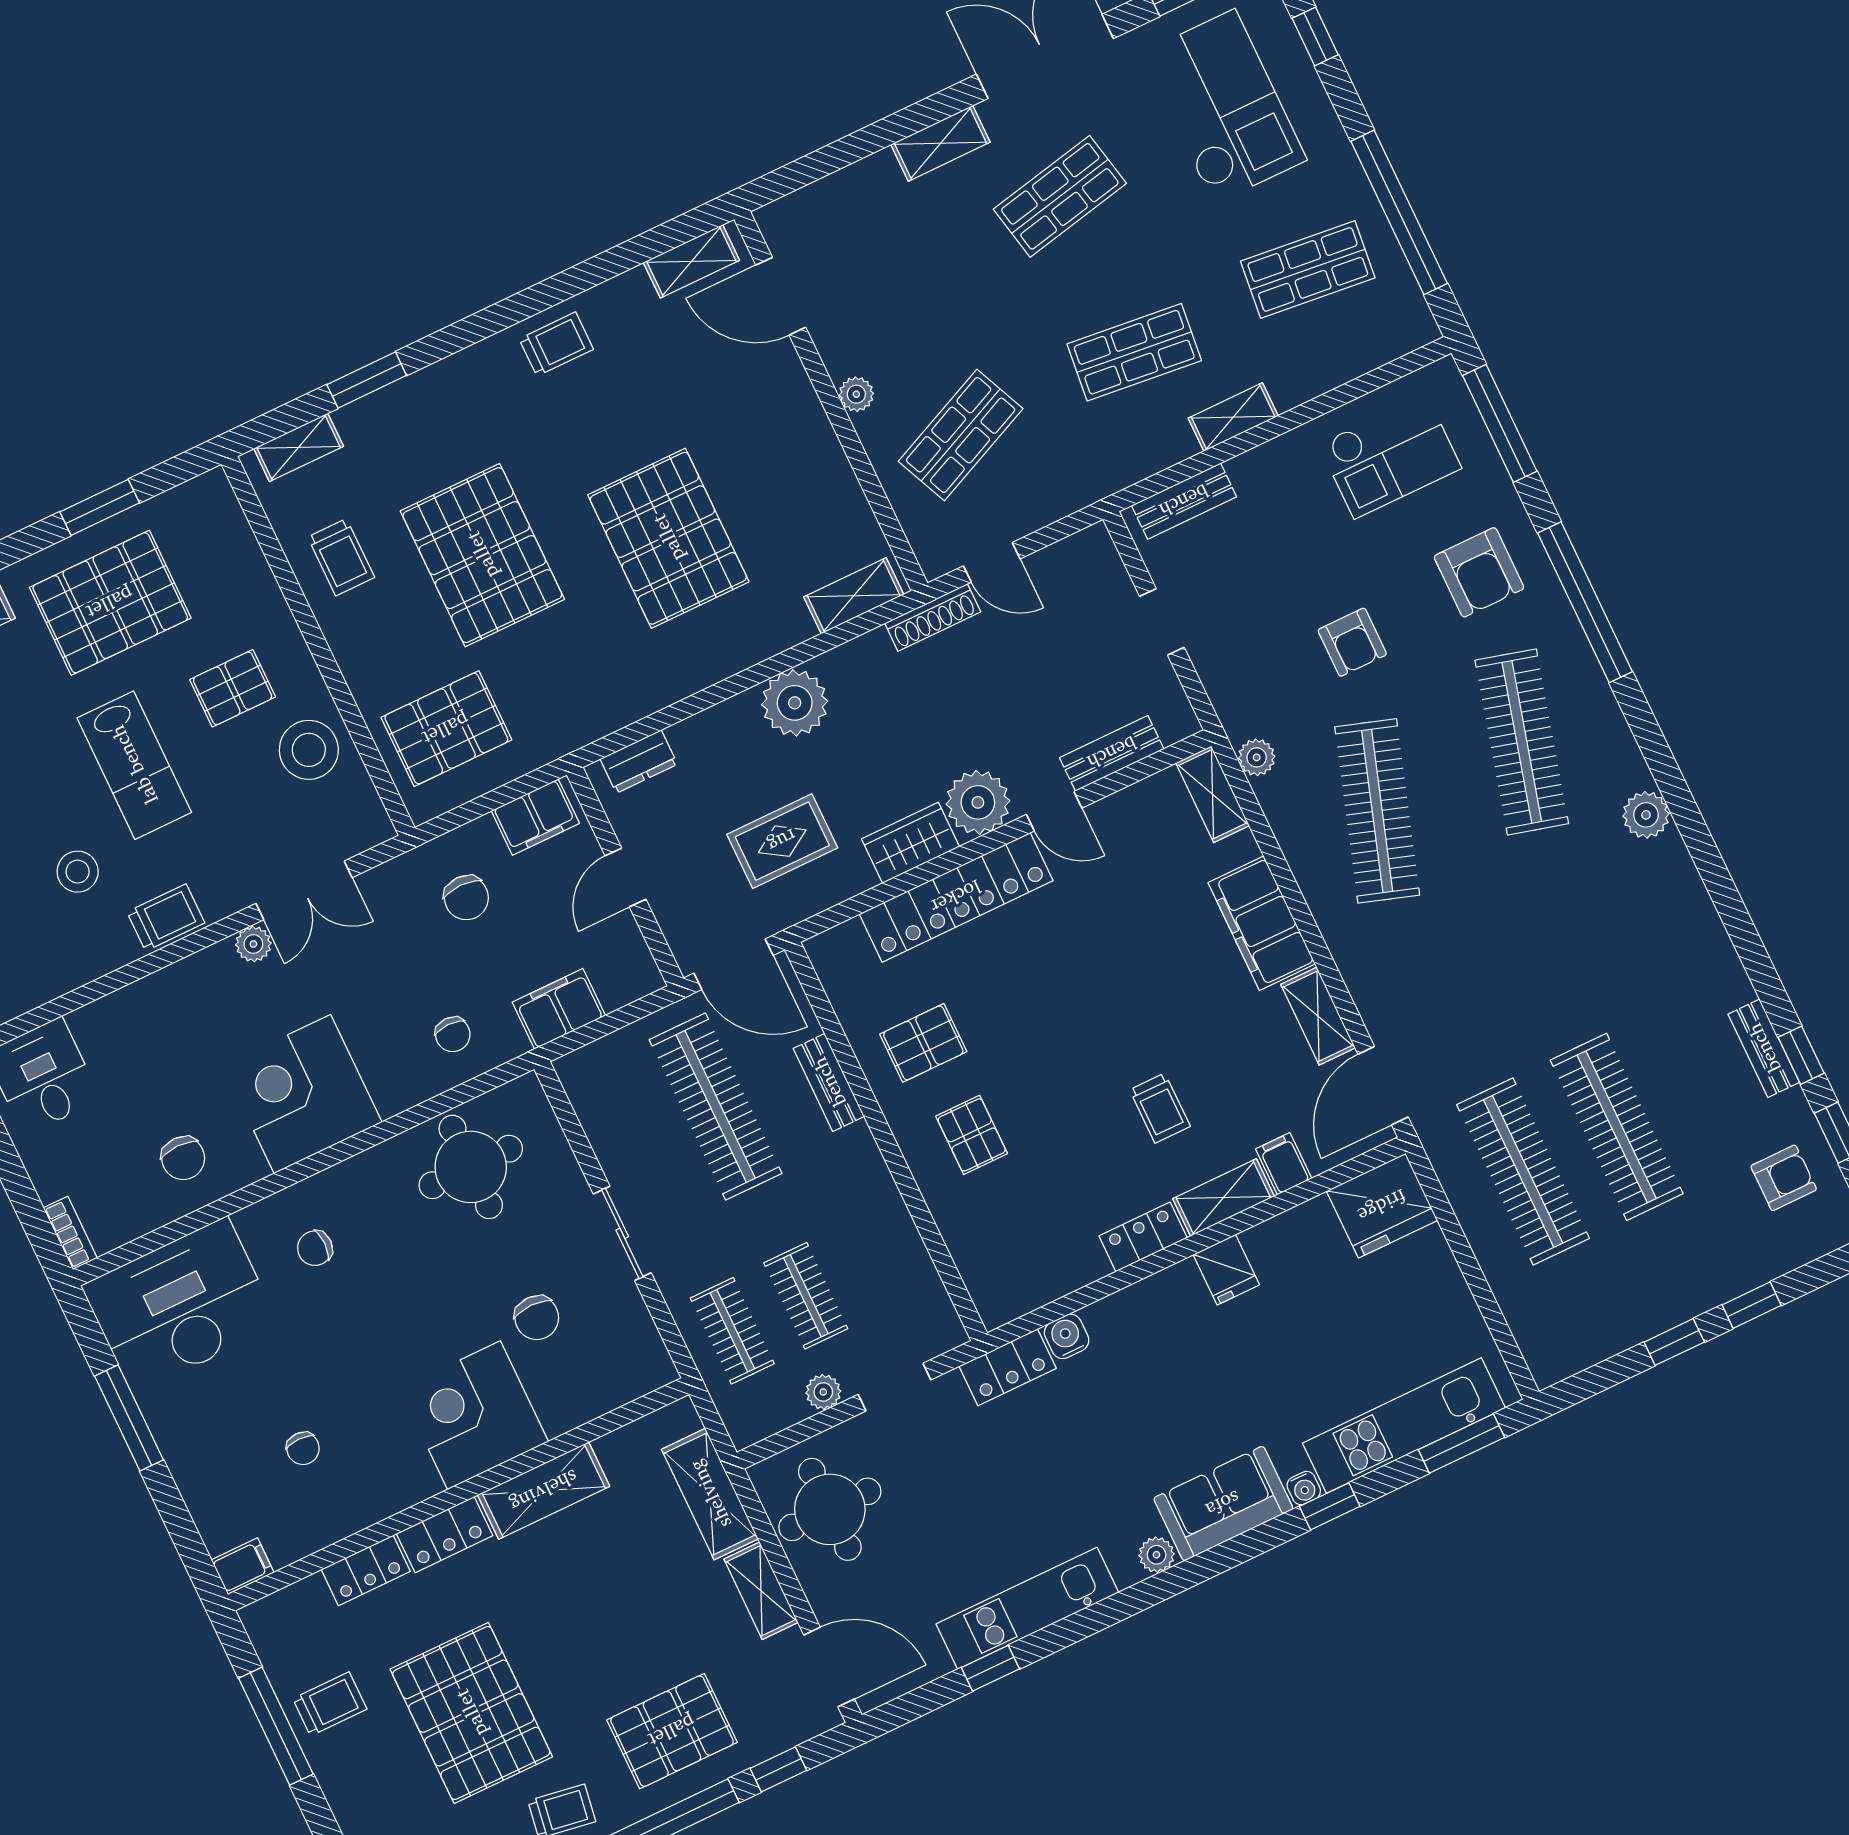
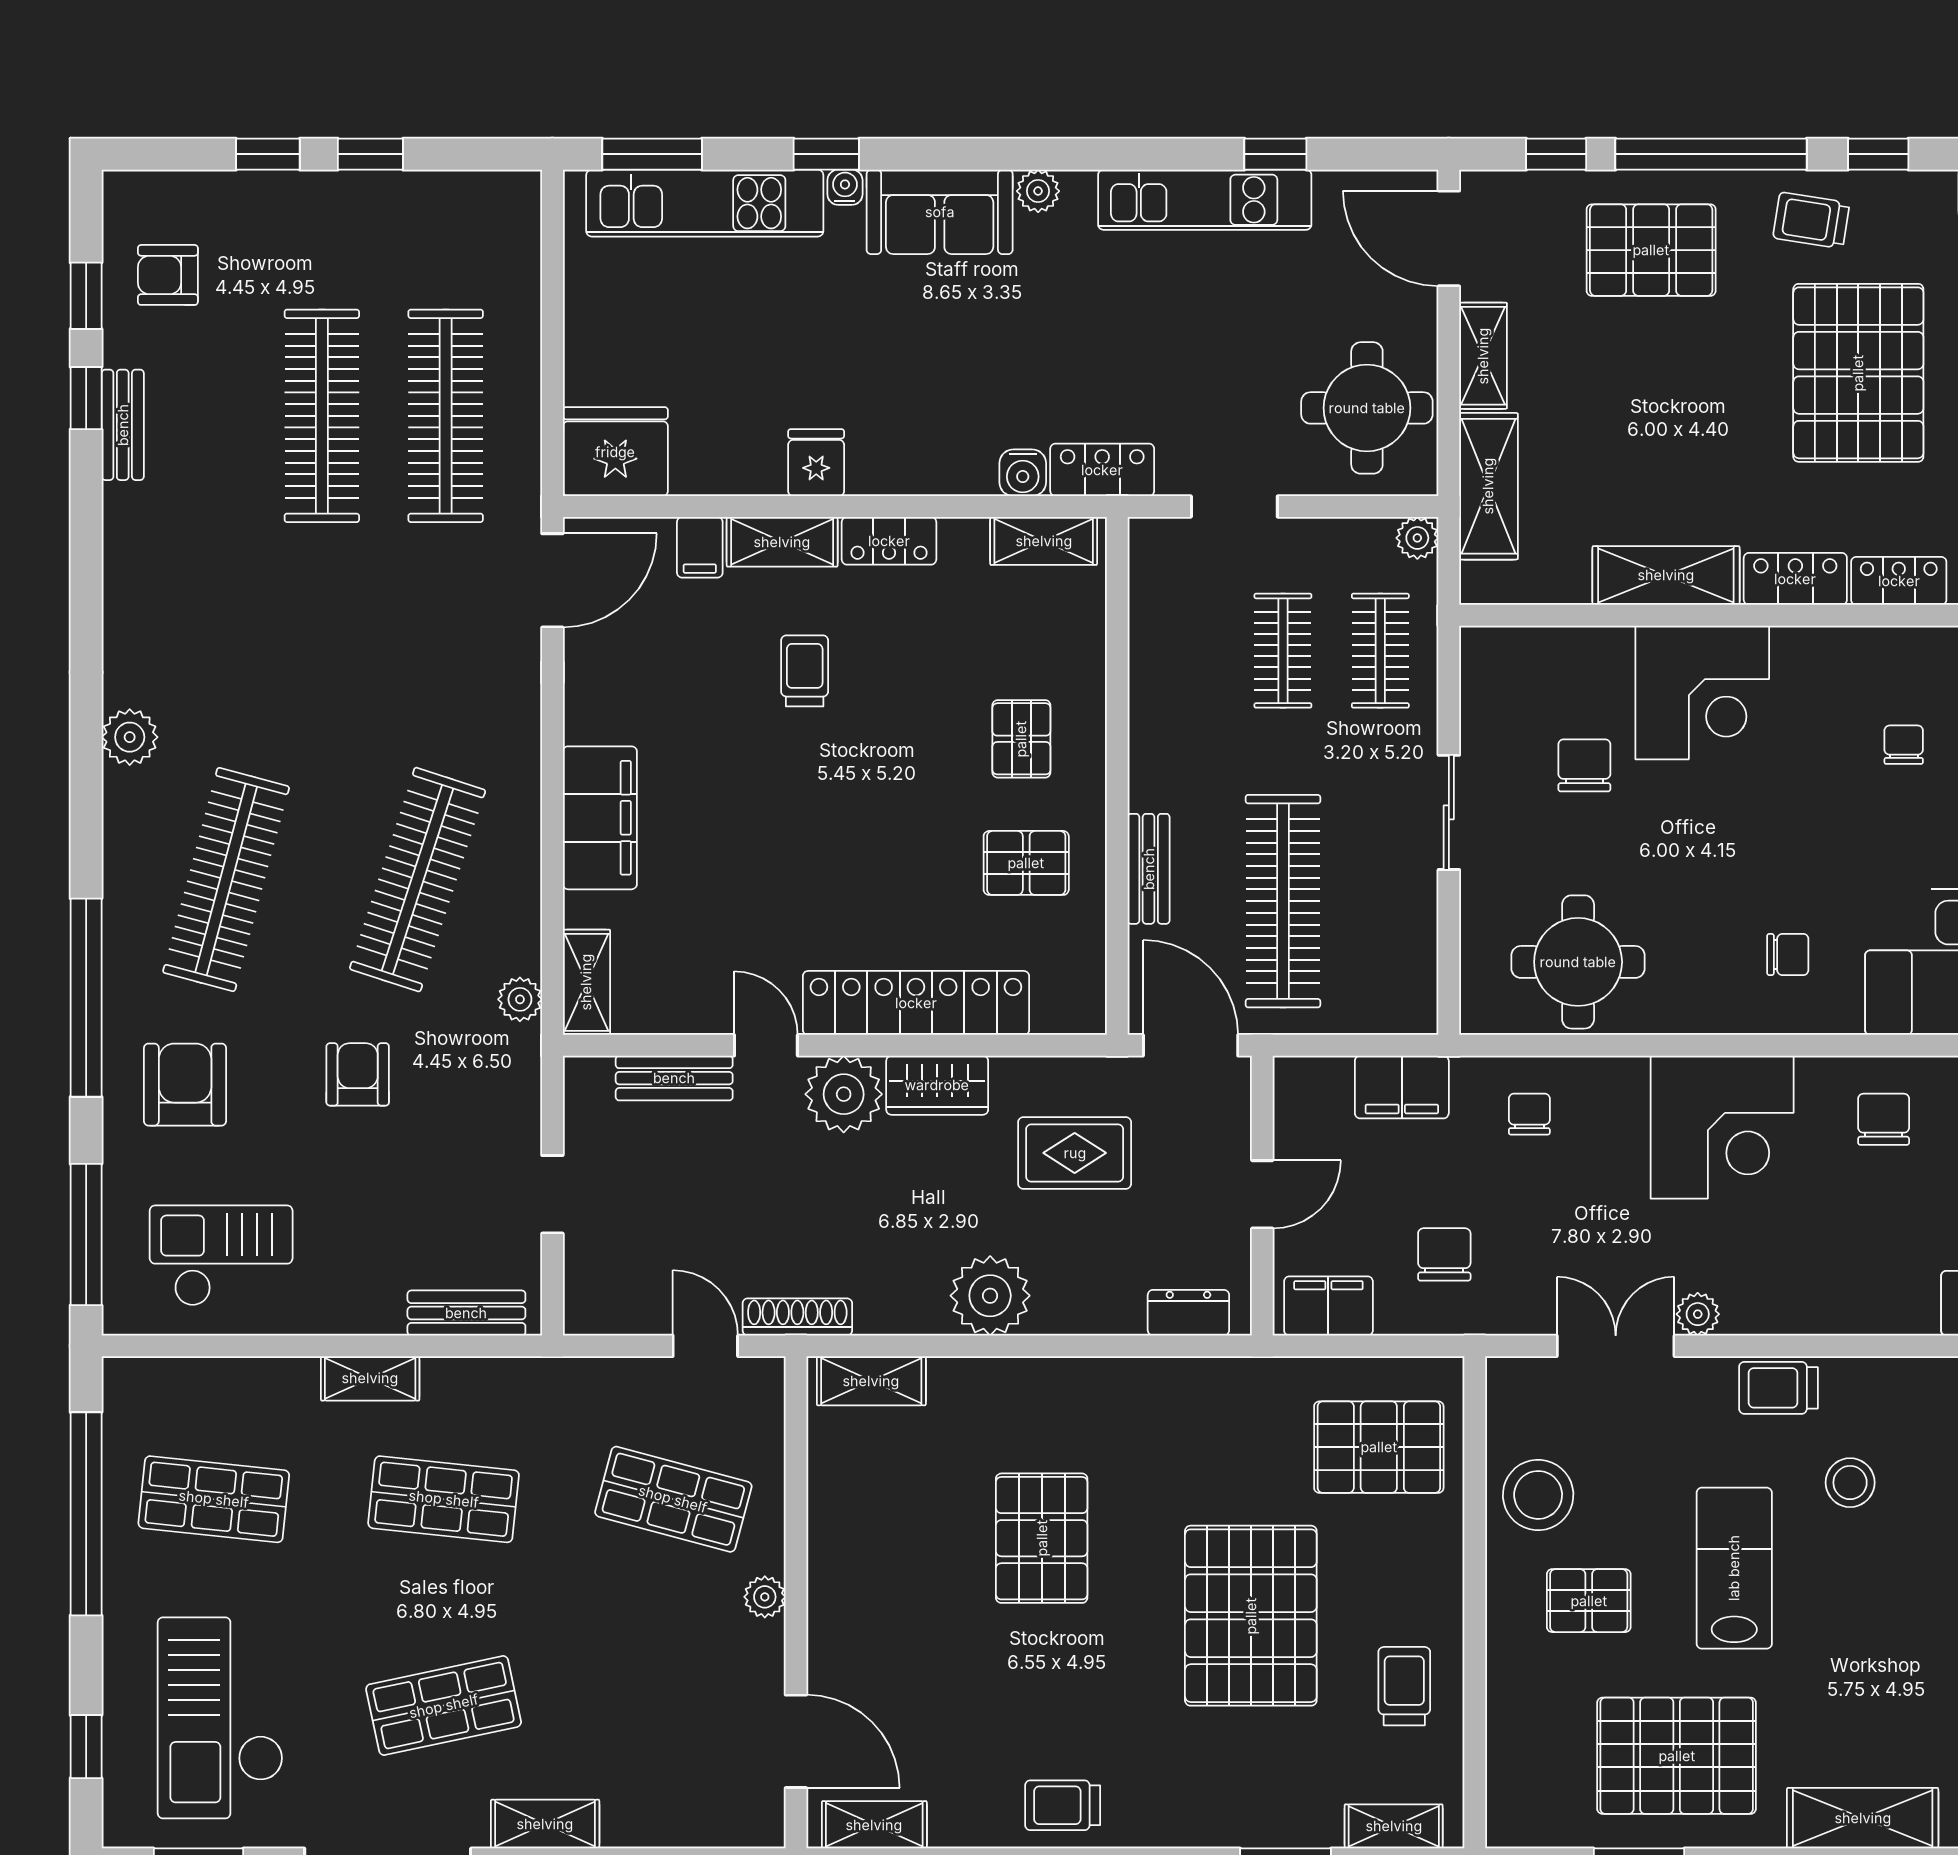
shop shelf: (961, 435) -> (673, 1499), turned 39
pallet: (668, 538) -> (1042, 1538), width x0.73, depth x0.71
shelving: (1318, 1016) -> (1044, 541), moved, turned 90
plant: (823, 1392) -> (1417, 538), moved

